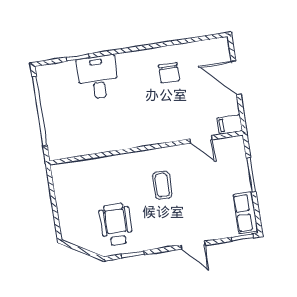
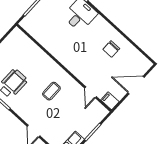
door: (236, 78) -> (136, 85), hinge flipped

